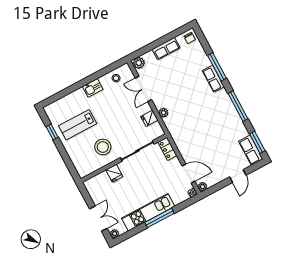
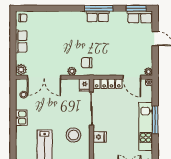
window: (217, 67) -> (58, 8), removed
row of seats: (213, 79) -> (98, 16), moved
double door: (143, 89) -> (44, 77), width x1.37
fridge: (149, 118) -> (85, 85), moved
chair: (179, 122) -> (87, 63), added
locker: (167, 149) -> (108, 84), width x1.53
door: (189, 174) -> (132, 77), swing flipped

